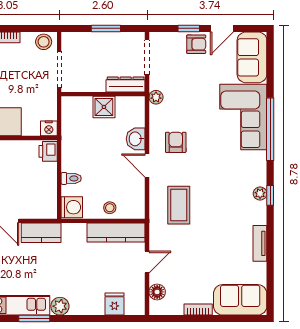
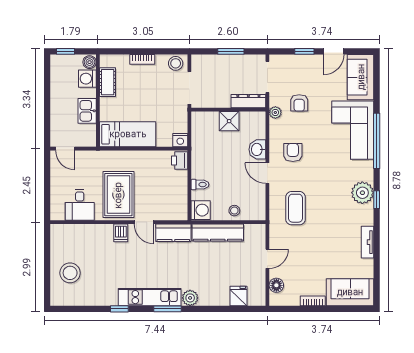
armchair: (196, 44) -> (299, 103), moved, turned 90
plant: (260, 194) -> (362, 193), width x1.88, depth x1.88
kitchen counter: (116, 233) -> (218, 233), moved

